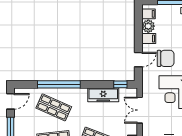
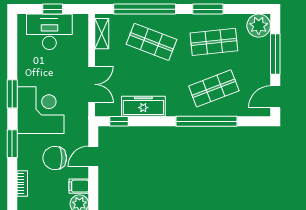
shop shelf: (54, 107) -> (214, 88), turned -45

